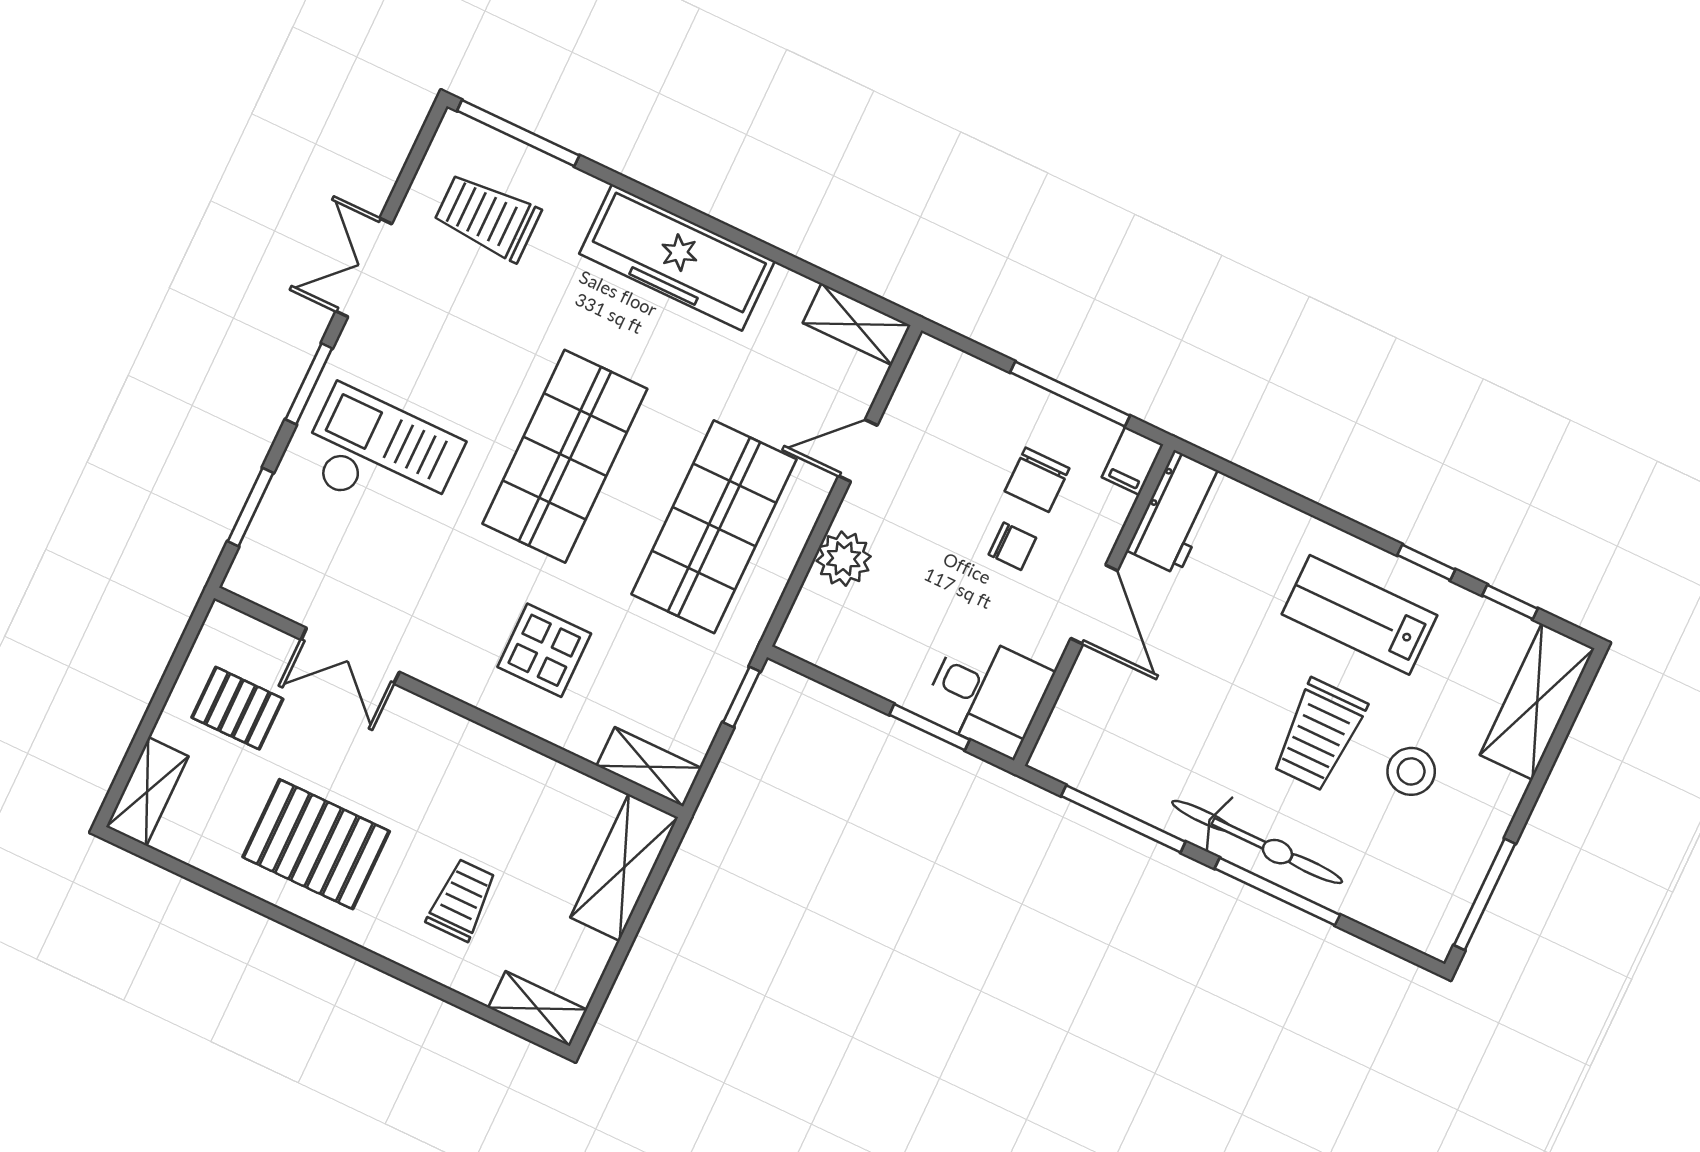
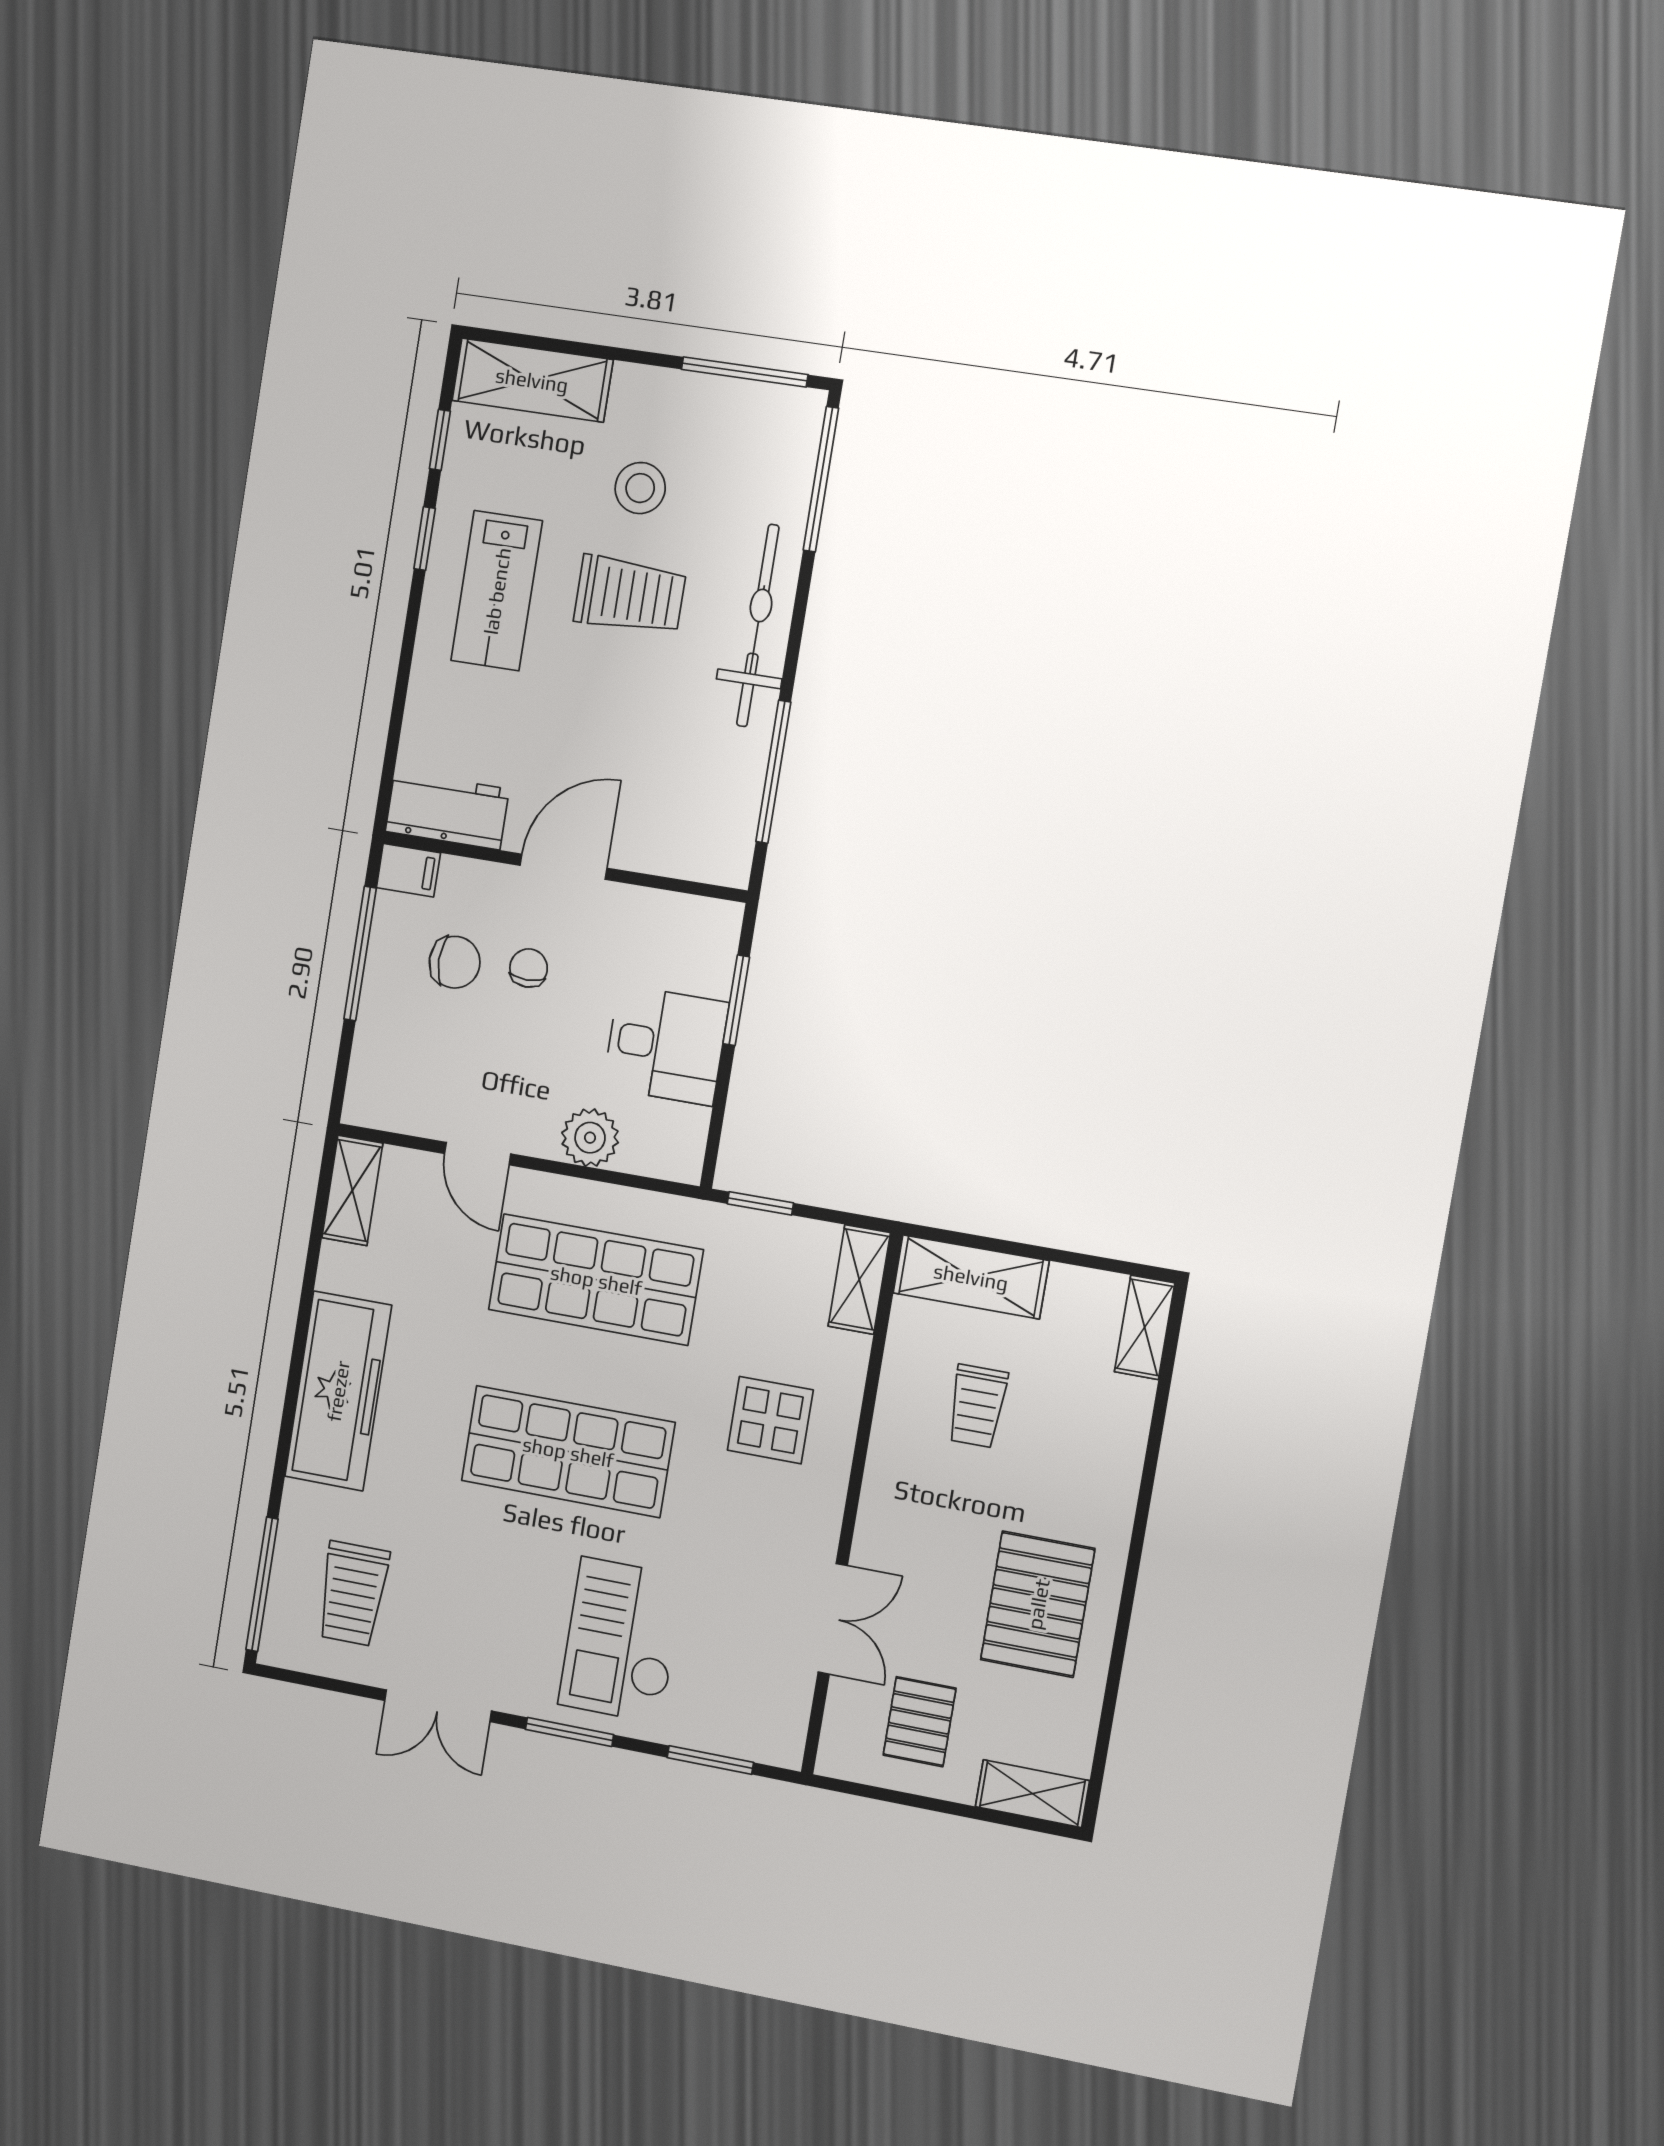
desk: (987, 694) -> (666, 1045), moved, turned 90
window: (1277, 892) -> (821, 479), moved
trolley: (462, 900) -> (977, 1406), moved, turned -90

